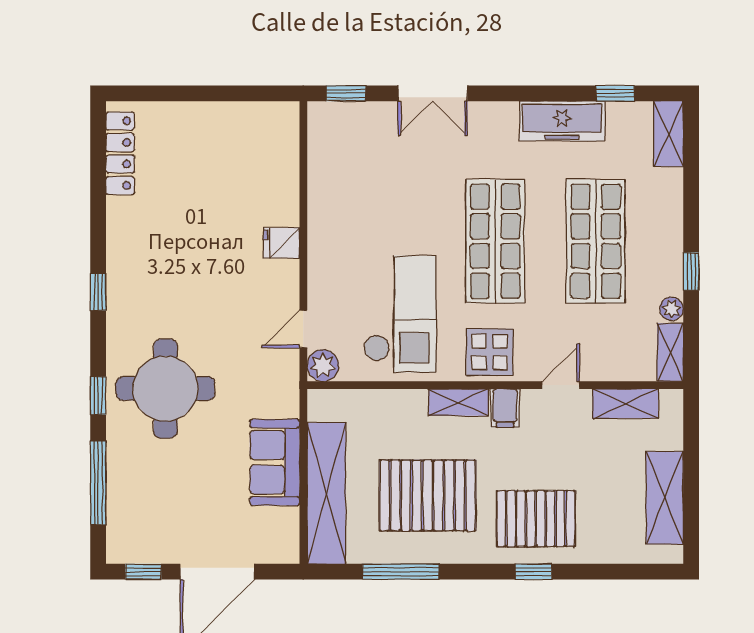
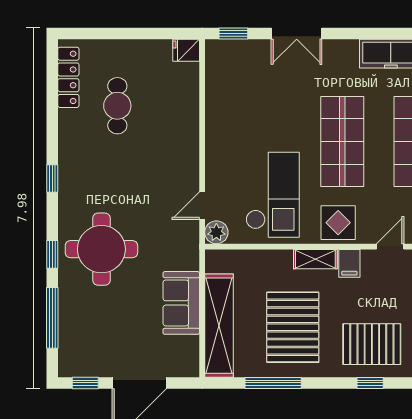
cafe table: (187, 192) -> (117, 106), added
fridge: (281, 243) -> (186, 50), moved
pallet: (428, 495) -> (293, 327), turned 90

